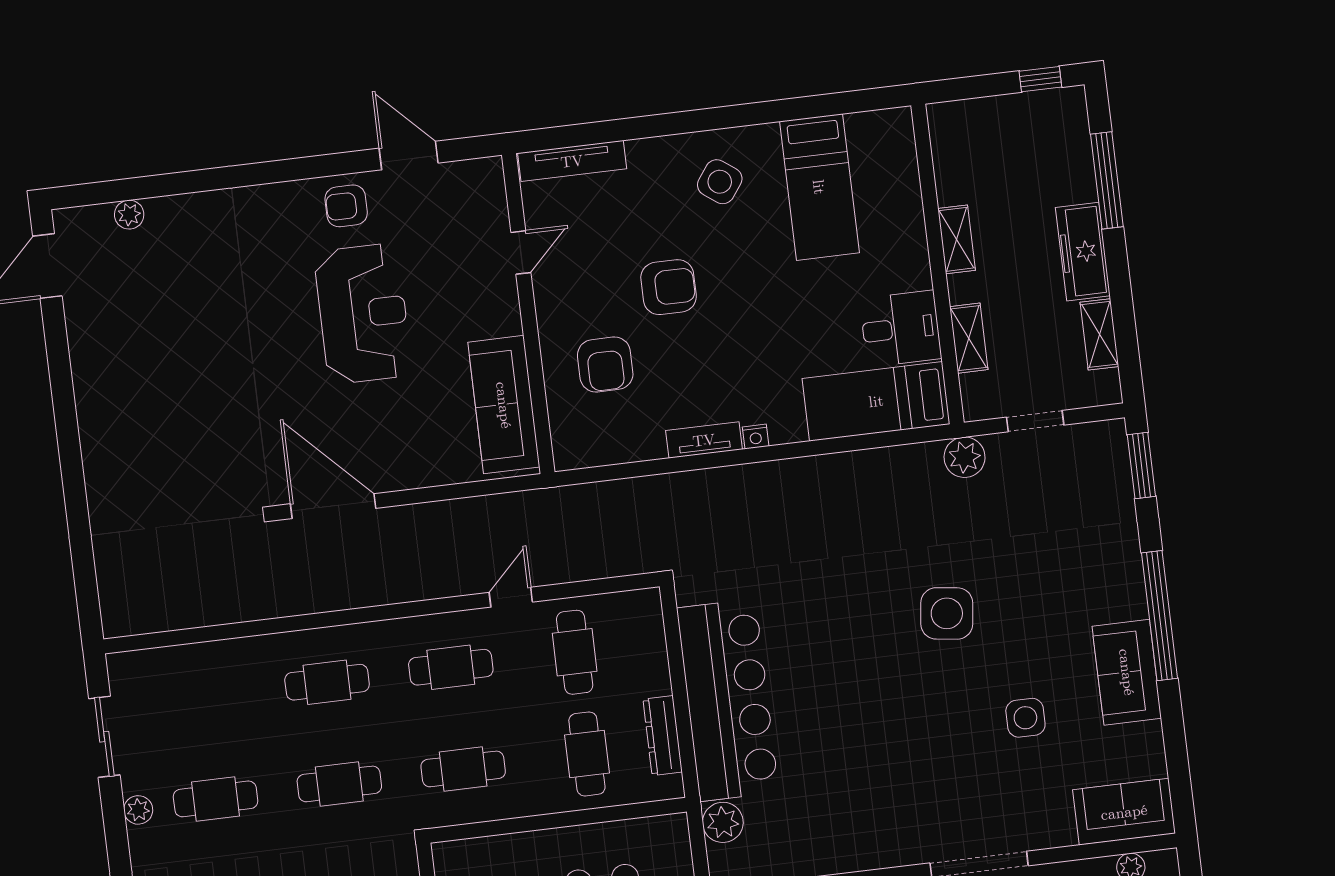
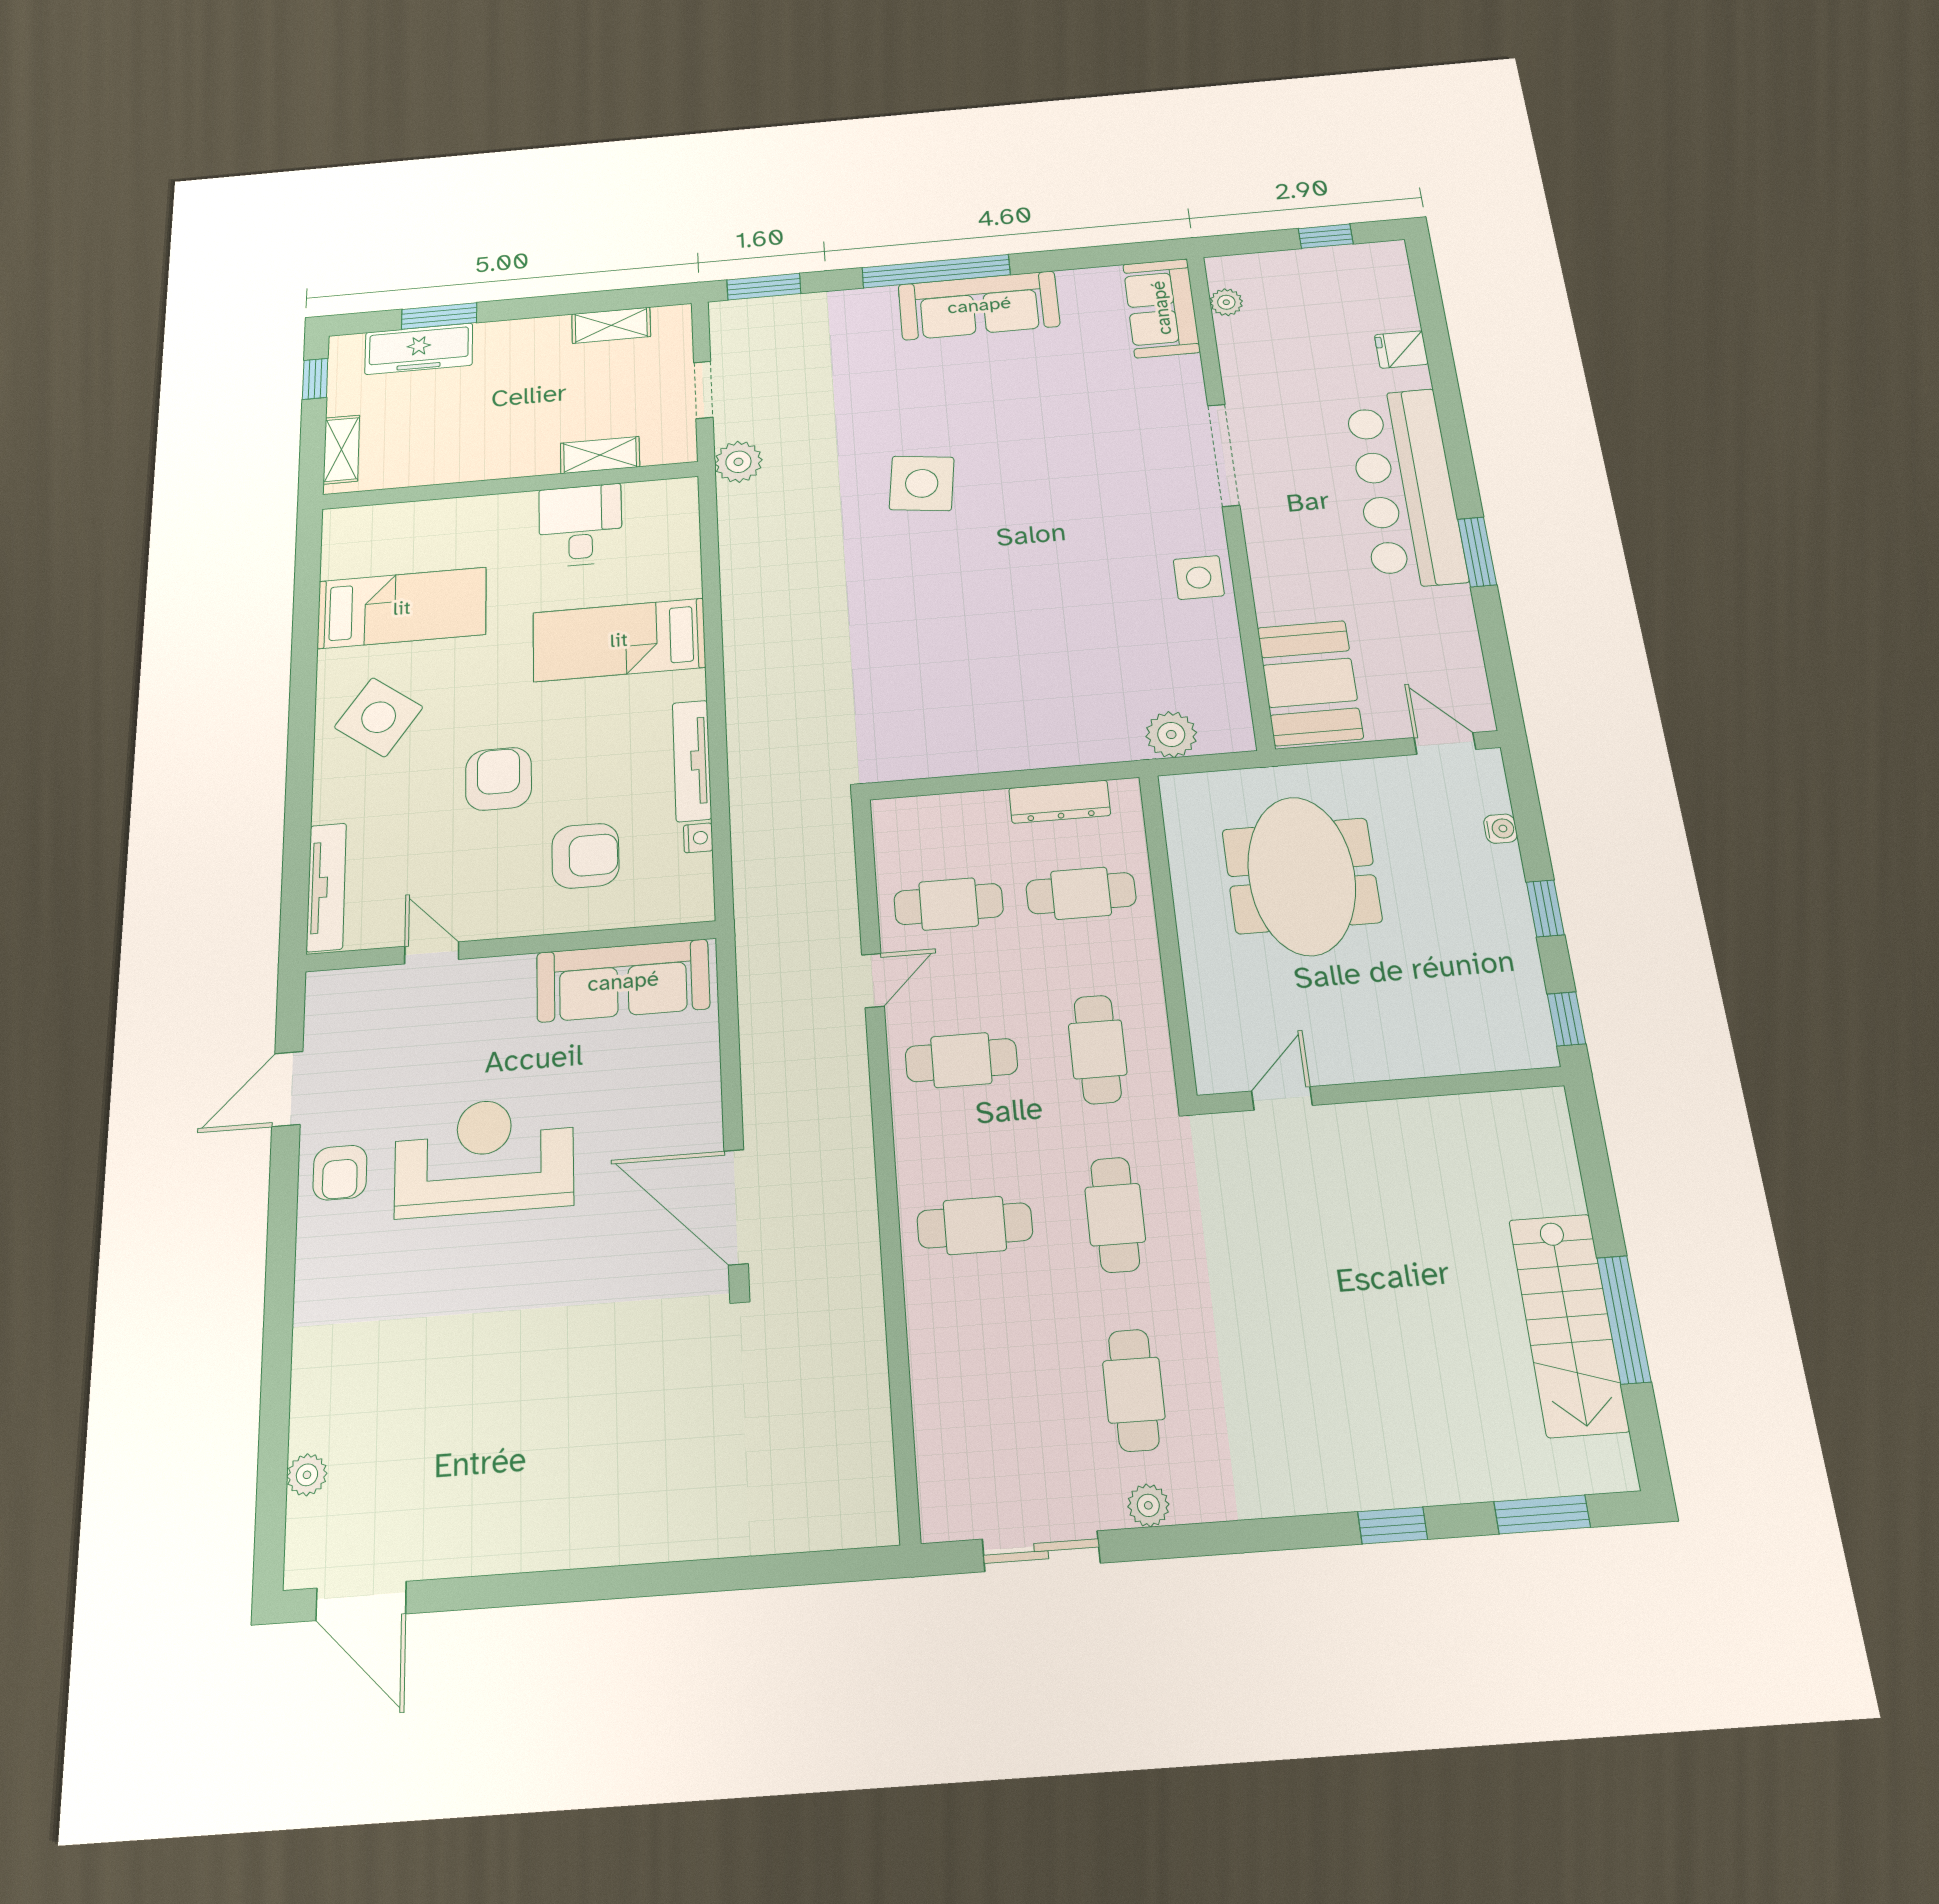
window: (1107, 180) -> (439, 316), width x0.69
side table: (720, 182) -> (379, 717), width x1.37, depth x1.37
shelving: (957, 239) -> (341, 449), moved, turned 90
freezer: (1083, 252) -> (419, 349), moved
bed: (876, 401) -> (619, 640), moved, turned 90
nightstand: (756, 437) -> (698, 838), moved
tv unit: (704, 440) -> (692, 761), width x1.41
door: (333, 506) -> (736, 1207), hinge flipped
door: (511, 597) -> (873, 980), swing flipped
cafe table: (451, 667) -> (961, 1060), turned 90
sofa: (1127, 672) -> (979, 305), width x1.36
cafe table: (327, 682) -> (975, 1226), turned 90
bar counter: (728, 700) -> (1017, 725), removed
side table: (1025, 718) -> (1199, 578), moved

